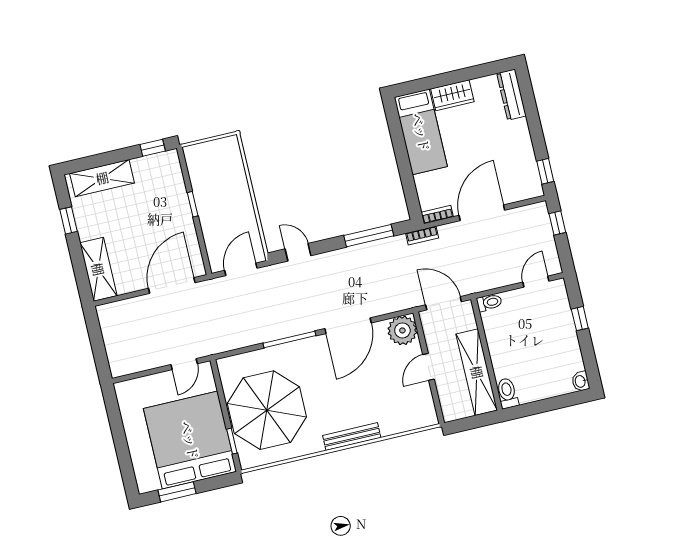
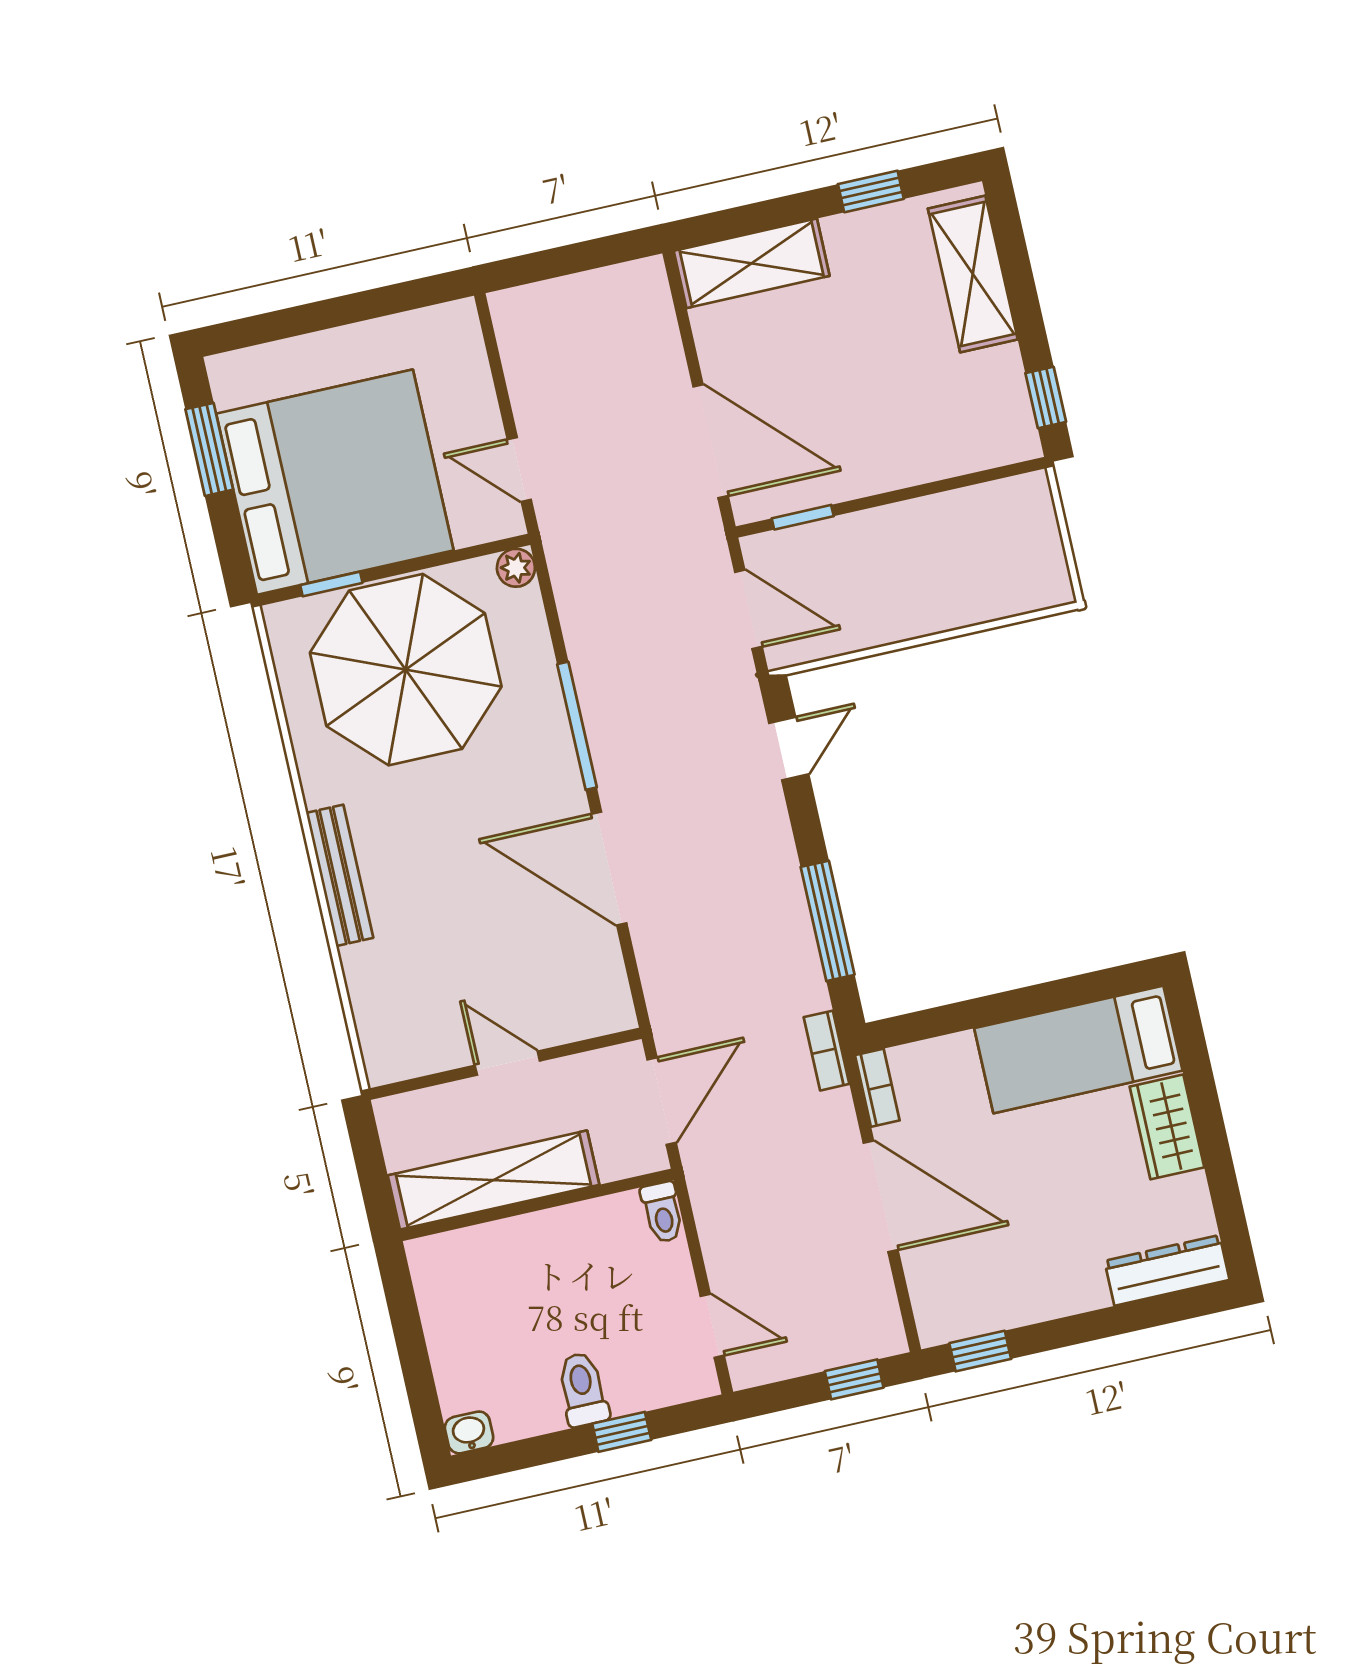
window: (193, 204) -> (803, 517), moved
plant: (402, 330) -> (516, 568), moved, width x0.53, depth x0.53
toilet: (507, 393) -> (583, 1389), moved, turned -90

